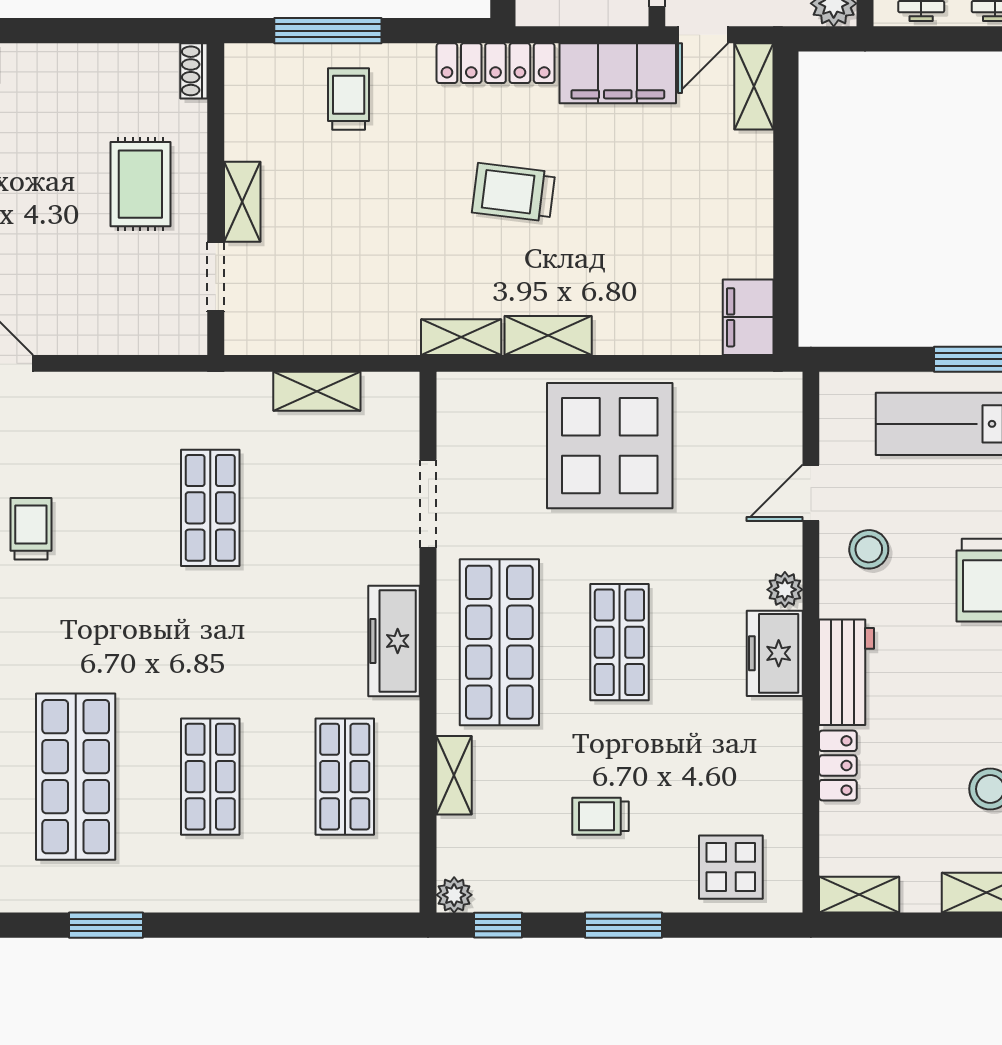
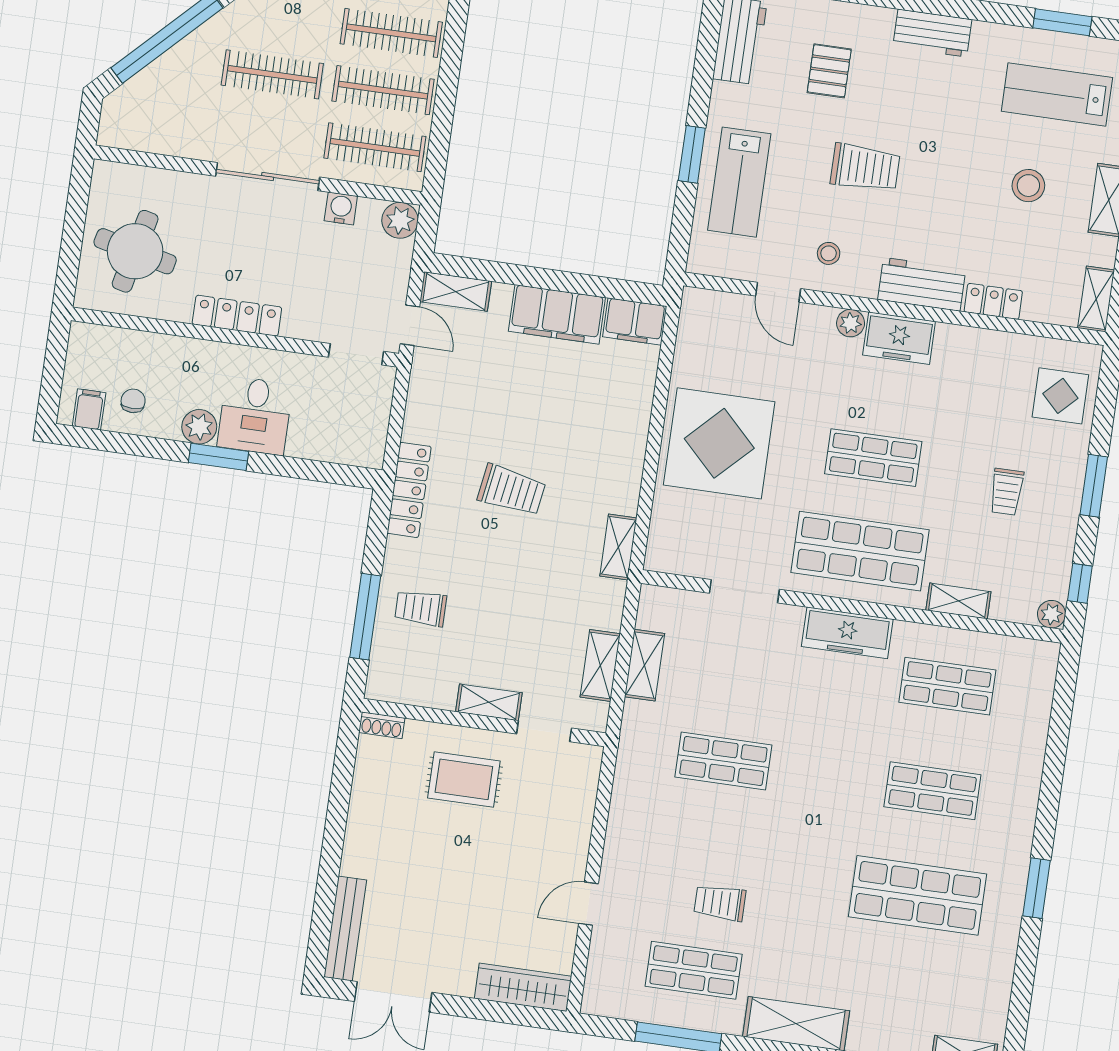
filing cabinet: (618, 73) -> (557, 314), moved, turned 90
trolley: (514, 192) -> (512, 490), turned -88
shelving: (548, 335) -> (600, 665), moved
stool: (869, 549) -> (829, 253), width x0.73, depth x0.73

